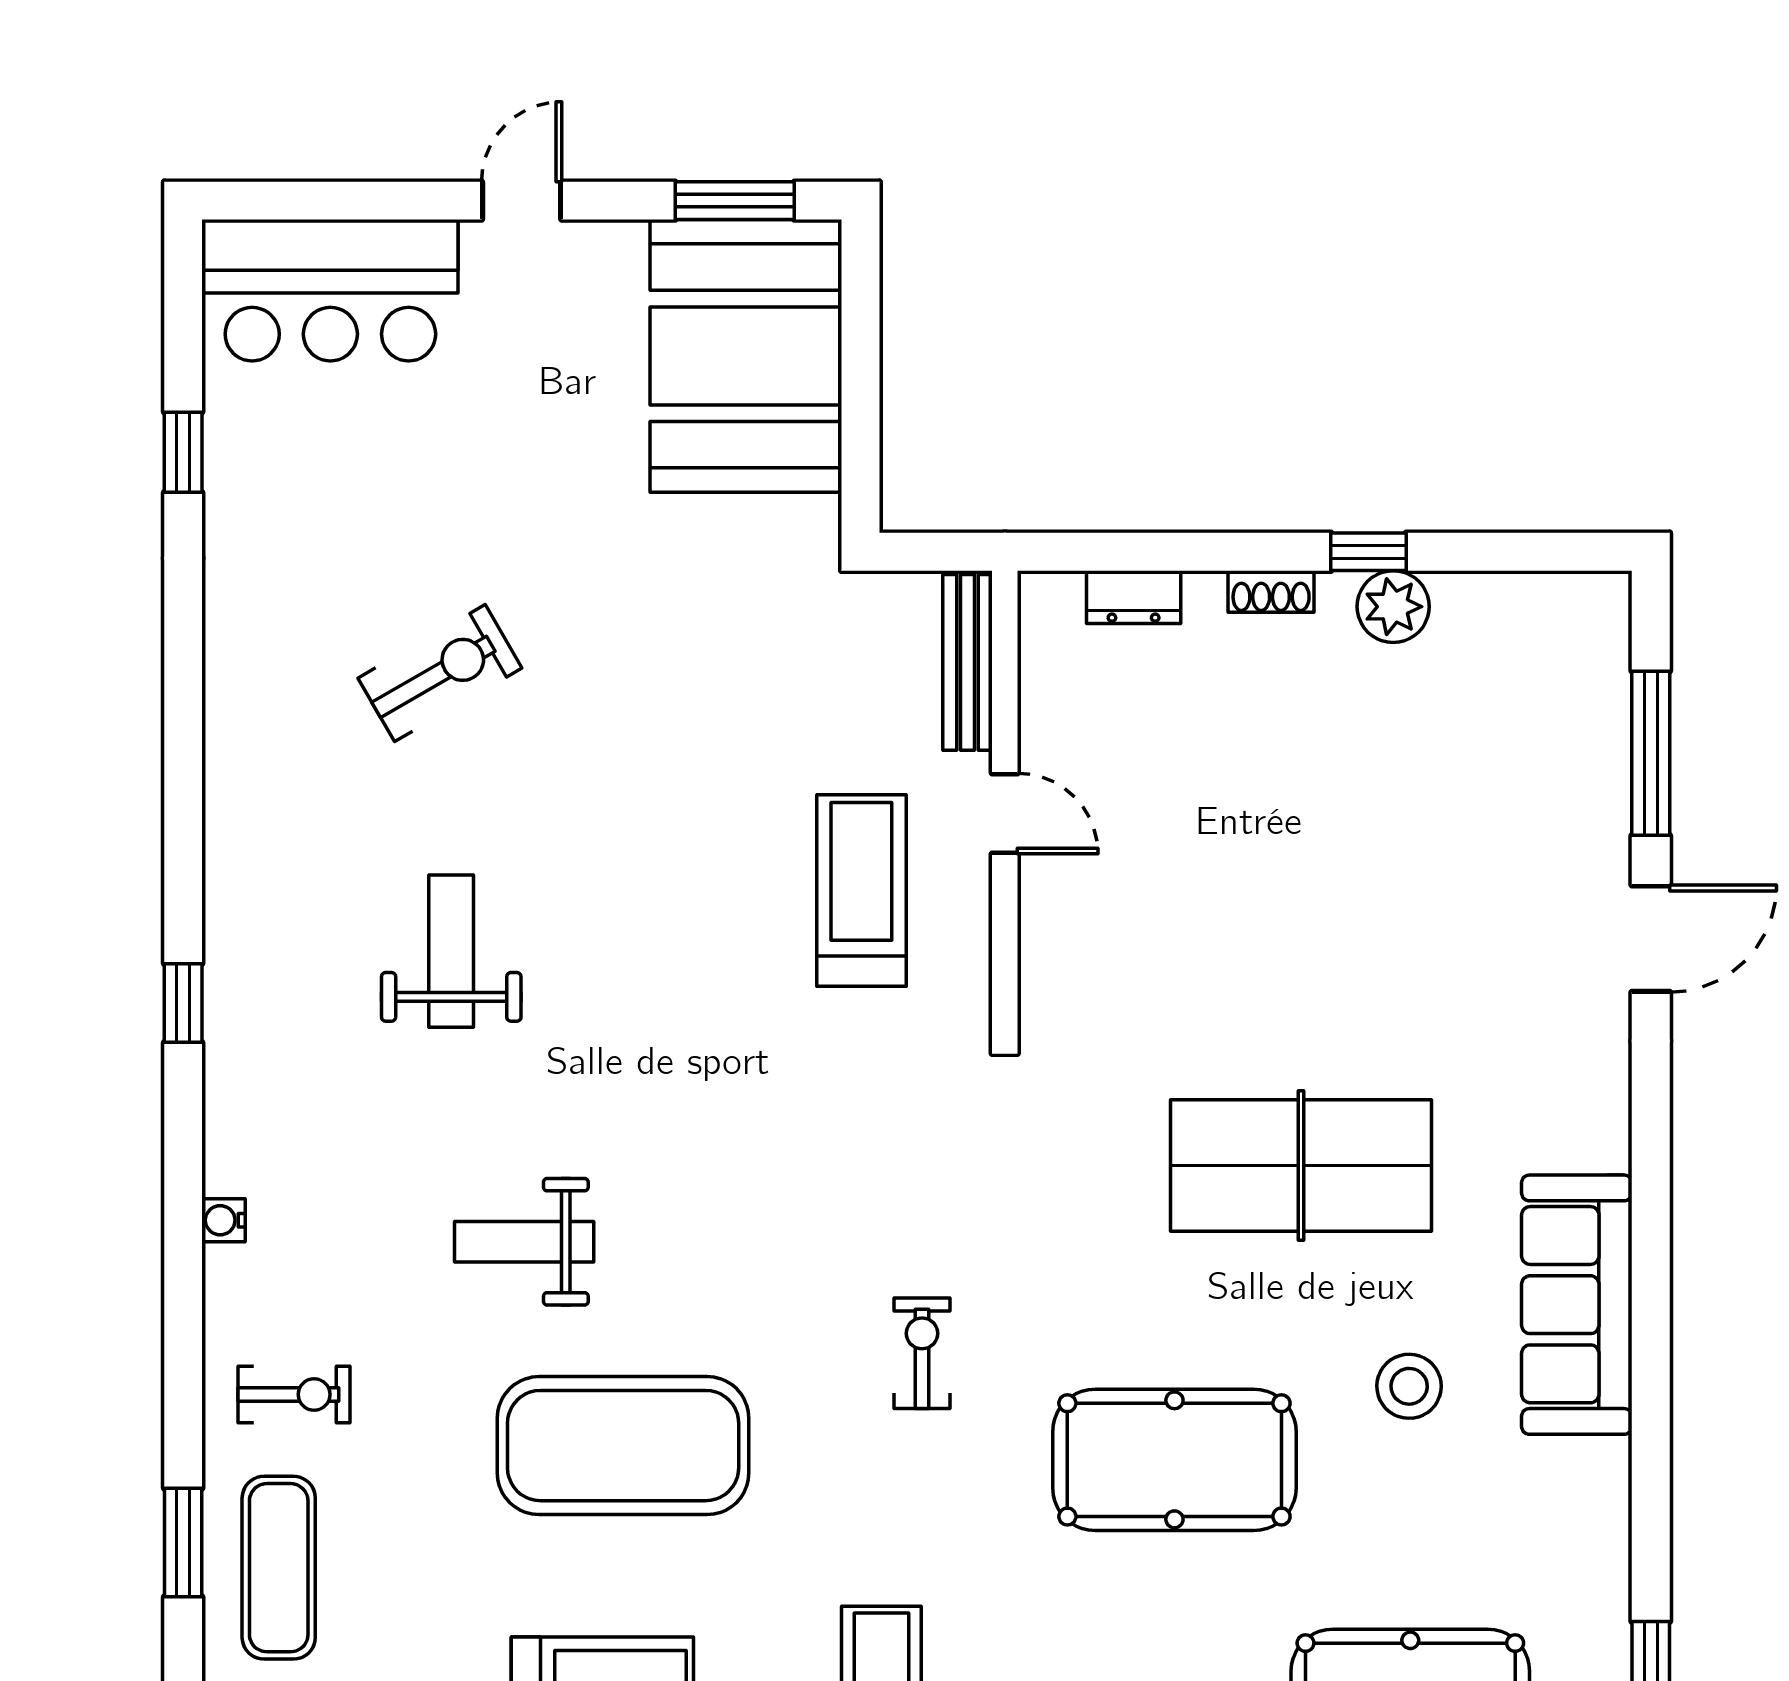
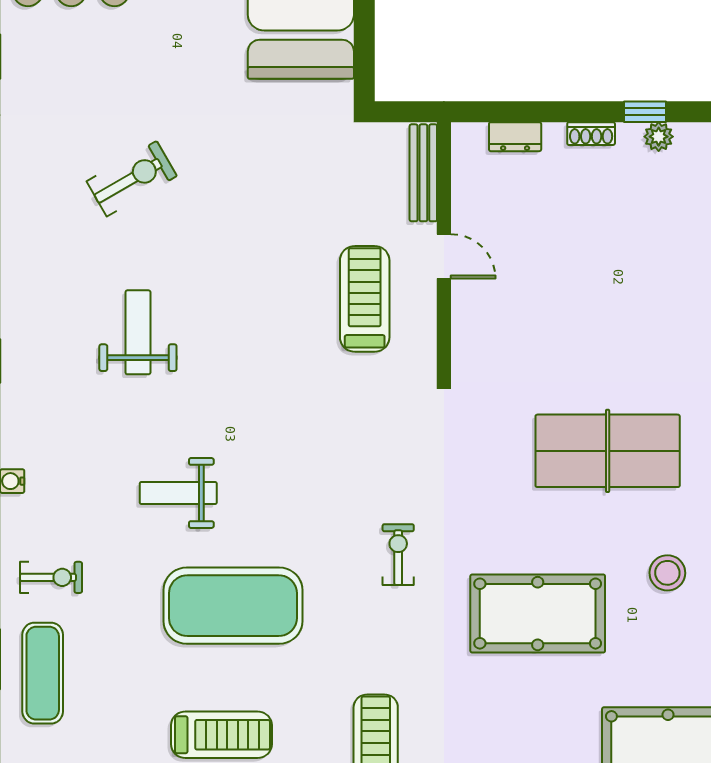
plant: (1393, 607) -> (659, 137), width x0.73, depth x0.73

